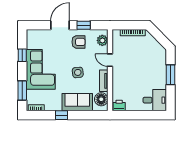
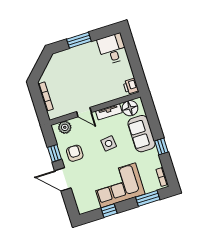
door: (110, 60) -> (84, 112), hinge flipped

